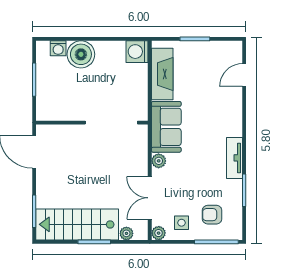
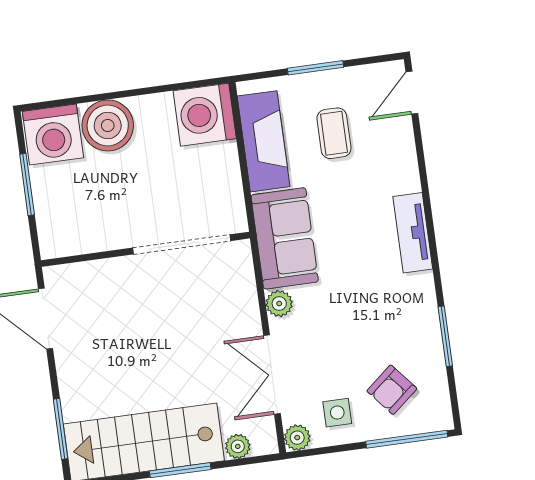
washing machine: (58, 48) -> (53, 135), width x1.89, depth x1.89
washing machine: (137, 52) -> (205, 115), width x1.37, depth x1.37
coffee table: (200, 75) -> (334, 133), added
door: (244, 75) -> (412, 93), moved
tv unit: (234, 158) -> (413, 233), moved
armchair: (212, 215) -> (392, 390), turned -40

